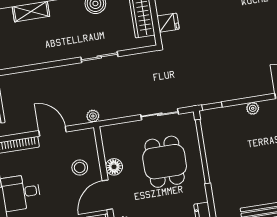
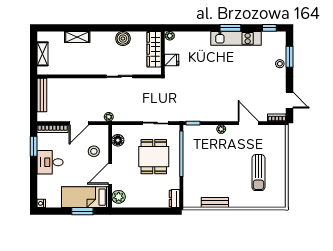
door: (52, 131) -> (79, 123), swing flipped
floor lamp: (114, 167) -> (118, 140), moved

